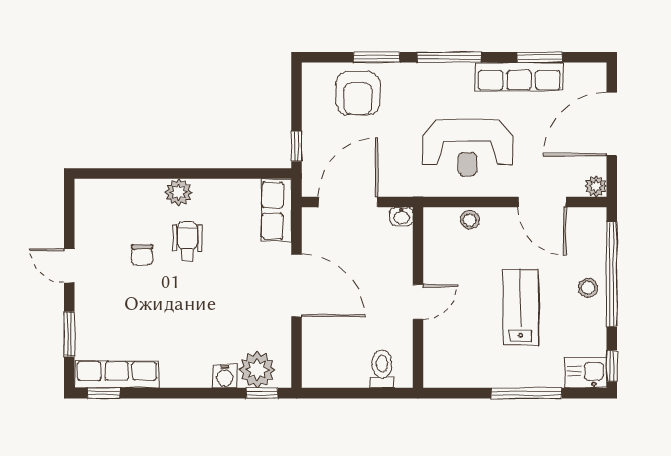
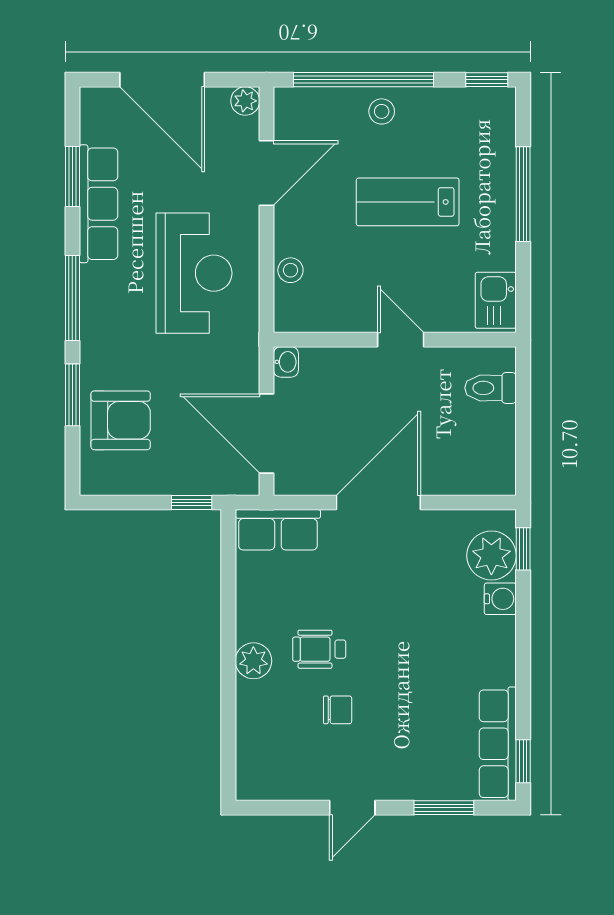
kitchen sink: (586, 373) -> (496, 300), moved

